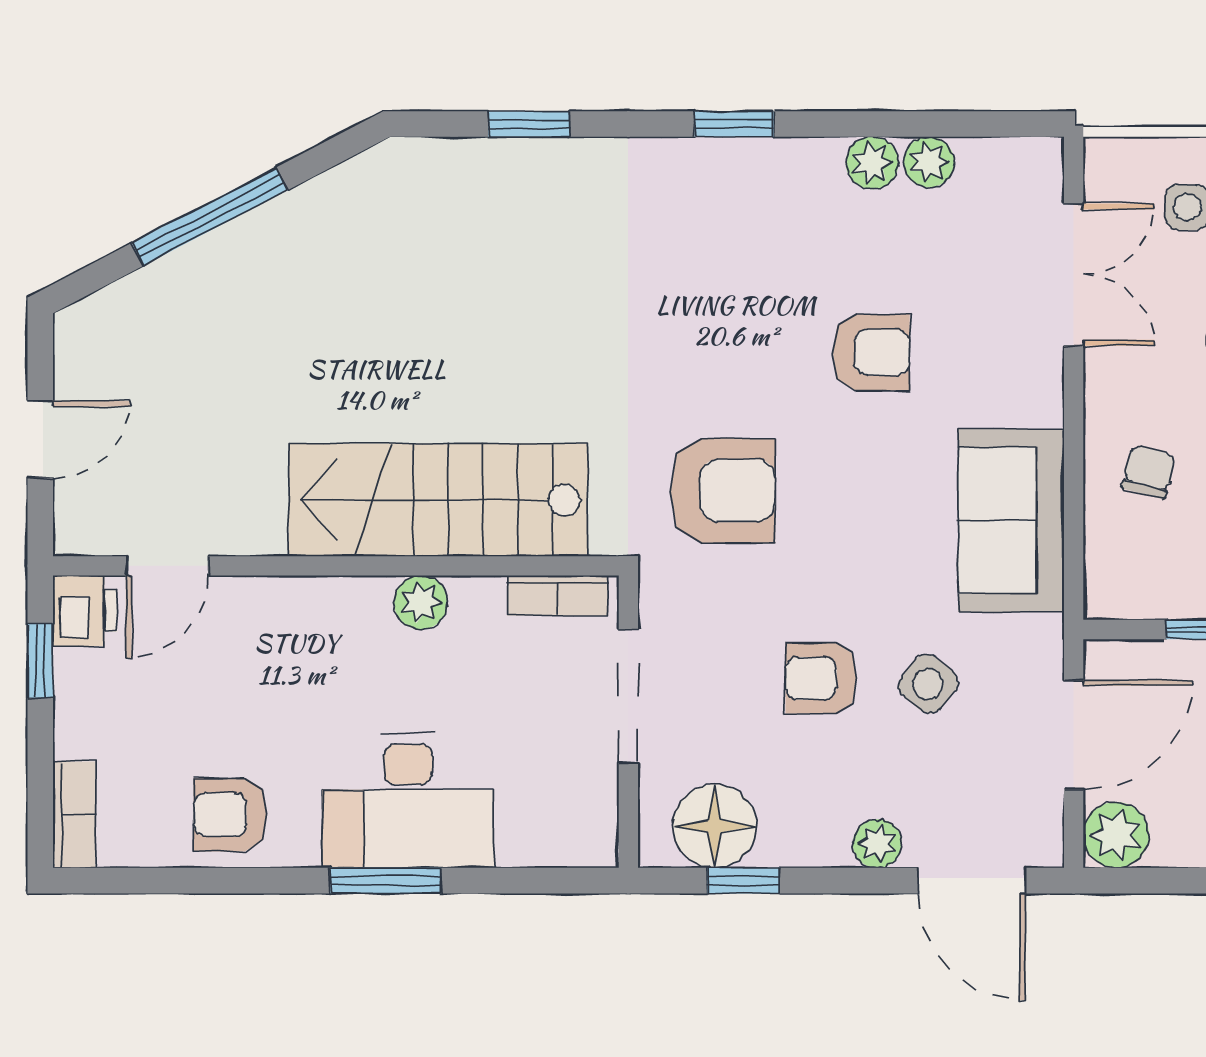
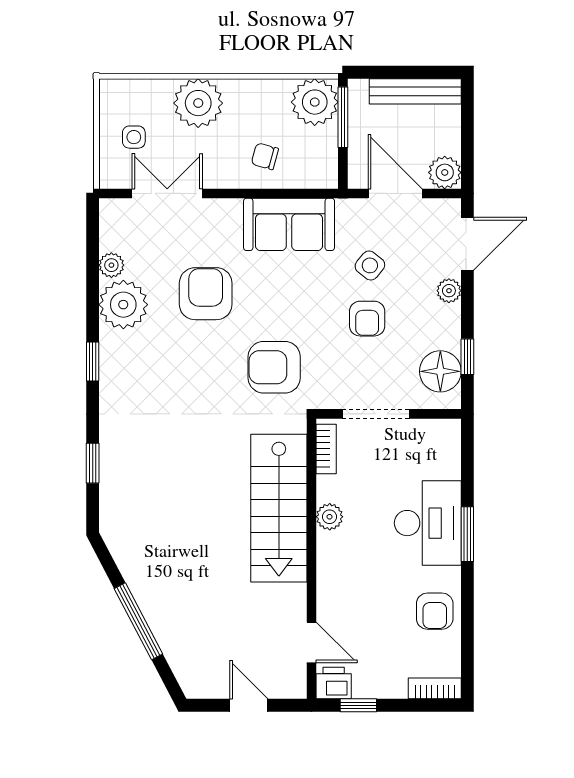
plant: (872, 163) -> (123, 305), width x1.88, depth x1.88
armchair: (871, 352) -> (206, 294), width x1.38, depth x1.38
armchair: (723, 491) -> (274, 367), turned -90

